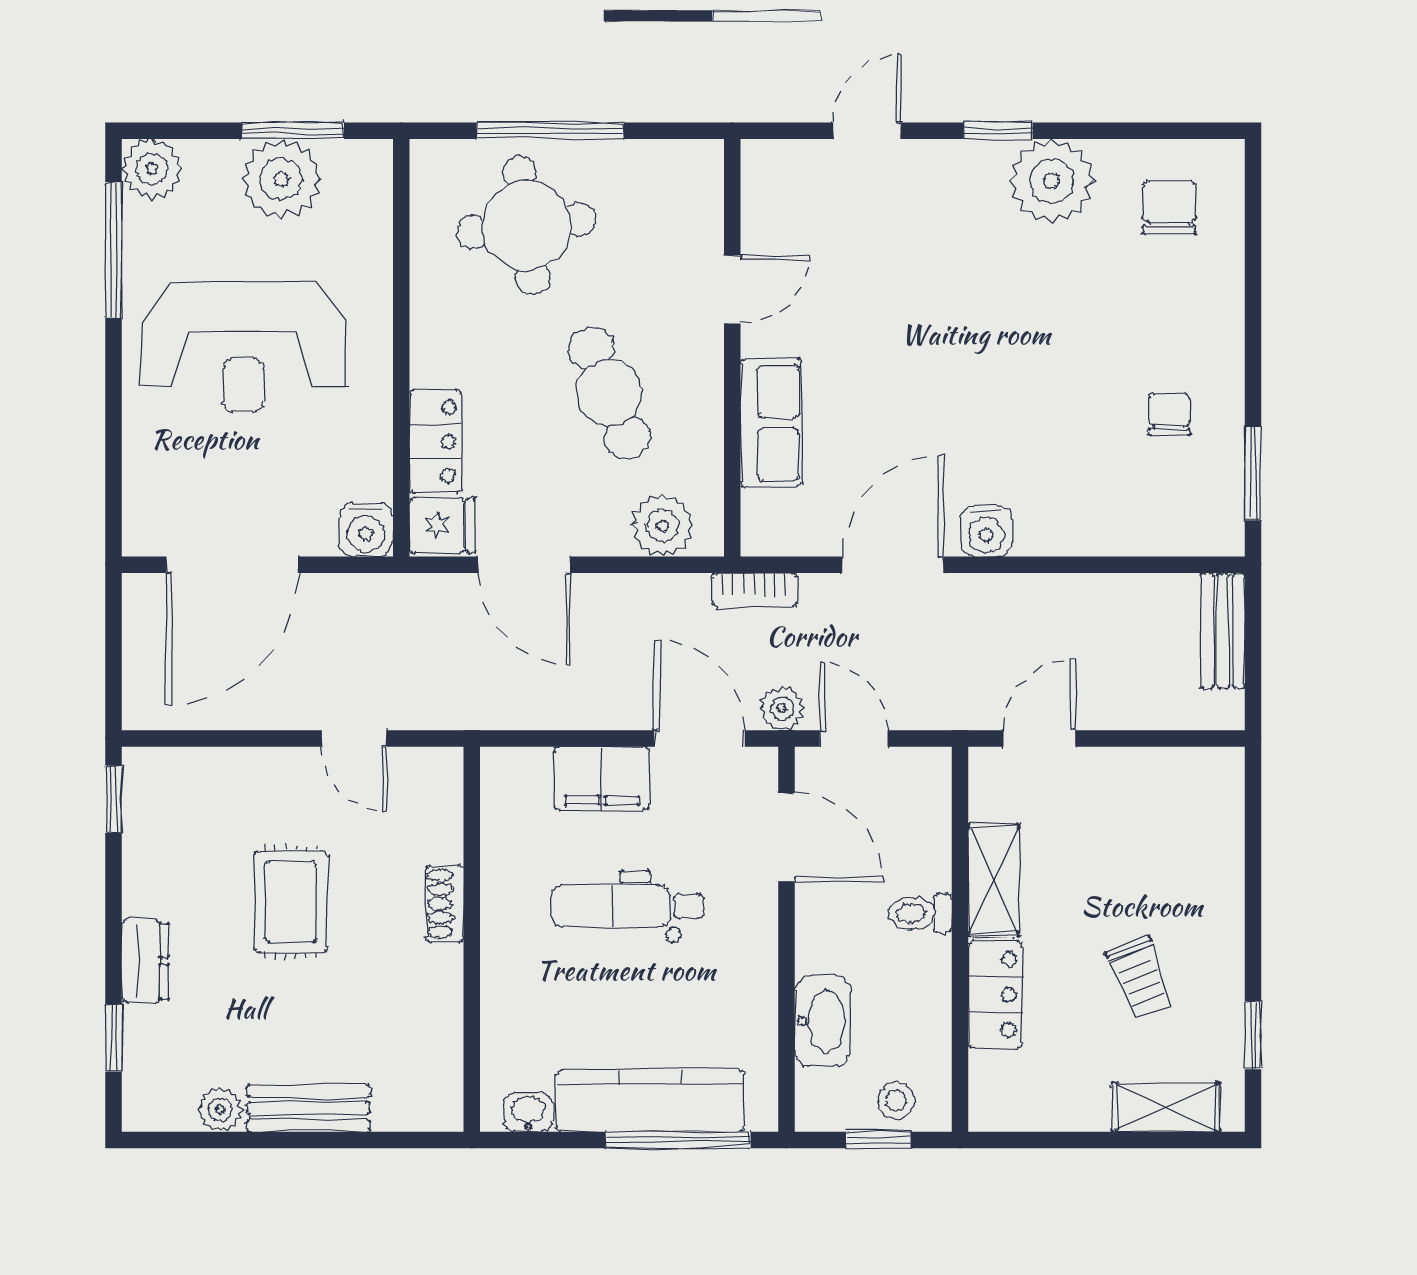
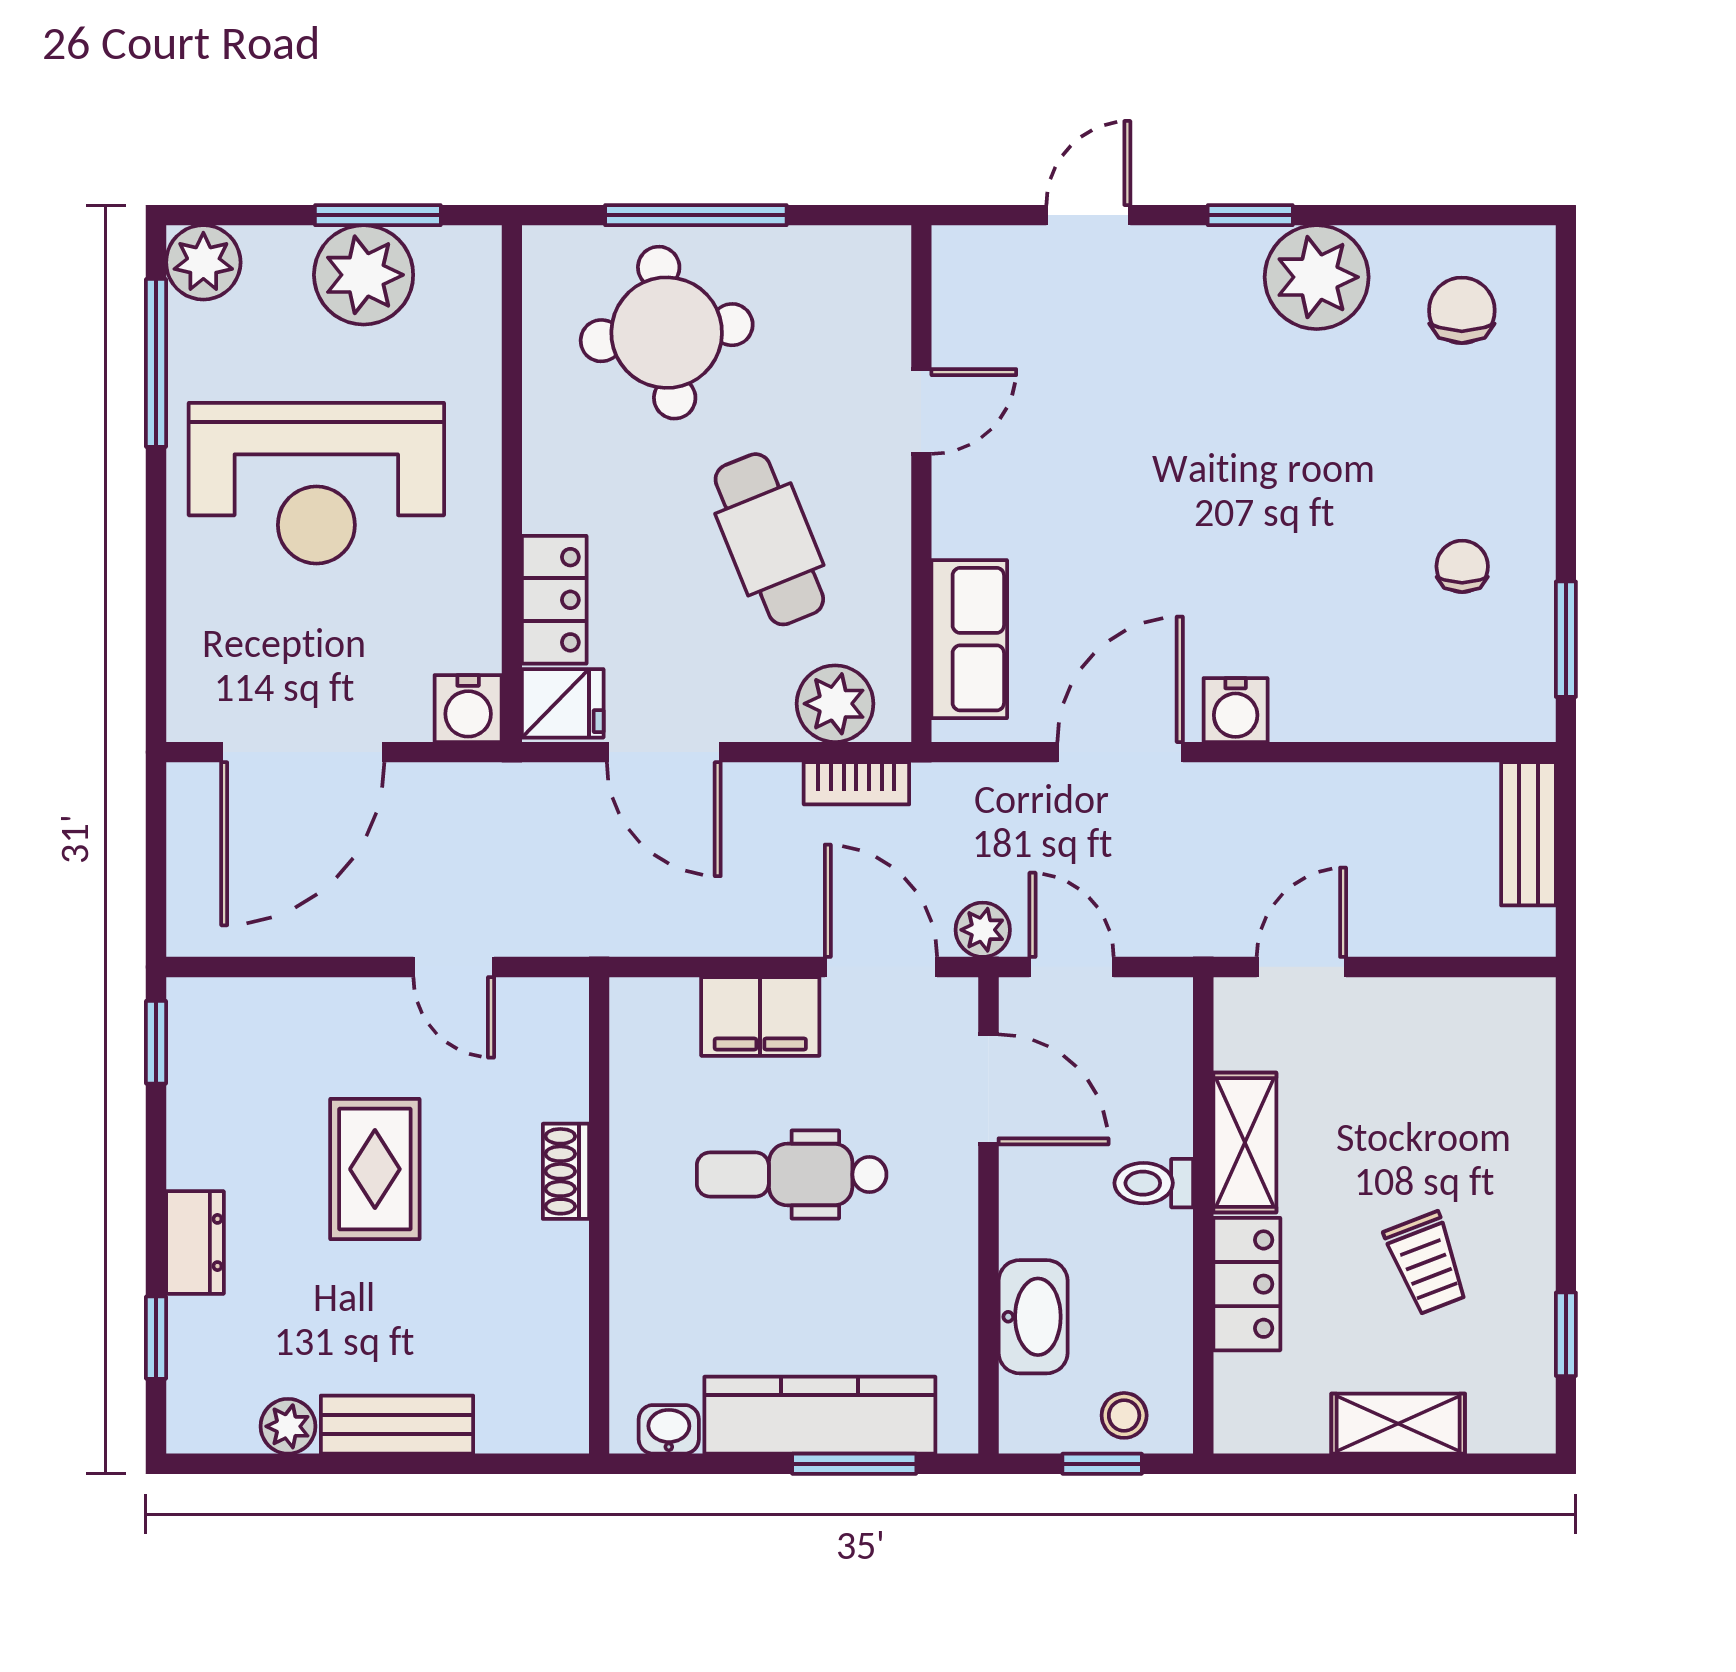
row of seats: (771, 423) -> (969, 639), moved
bookcase: (754, 590) -> (856, 783), moved
shelving: (1166, 1107) -> (1398, 1424), moved
window: (678, 1140) -> (854, 1464), width x0.69

